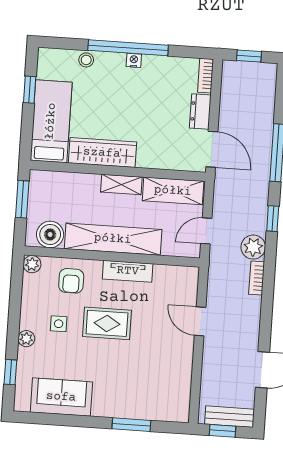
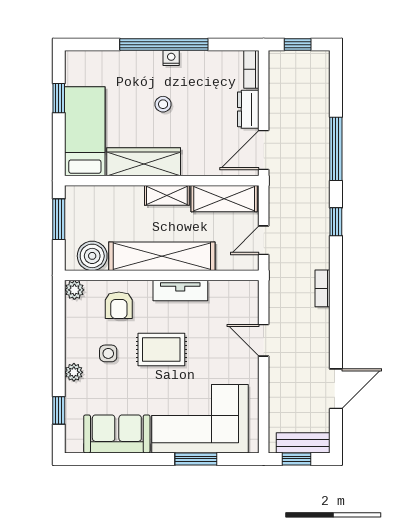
stool: (86, 60) -> (163, 104), moved
door: (212, 149) -> (264, 150), swing flipped
plant: (253, 247) -> (317, 255), removed
corner sofa: (138, 388) -> (200, 419), added

